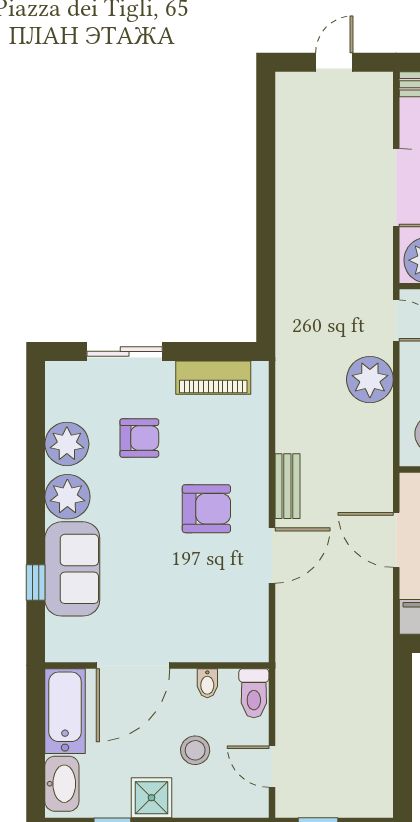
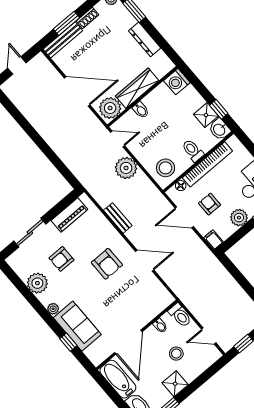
armchair: (139, 438) -> (61, 259), turned 180
bench: (287, 486) -> (118, 218), moved
plant: (67, 497) -> (53, 309), width x0.53, depth x0.53
armchair: (206, 509) -> (107, 264), turned 90
door: (272, 556) -> (145, 261), hinge flipped

